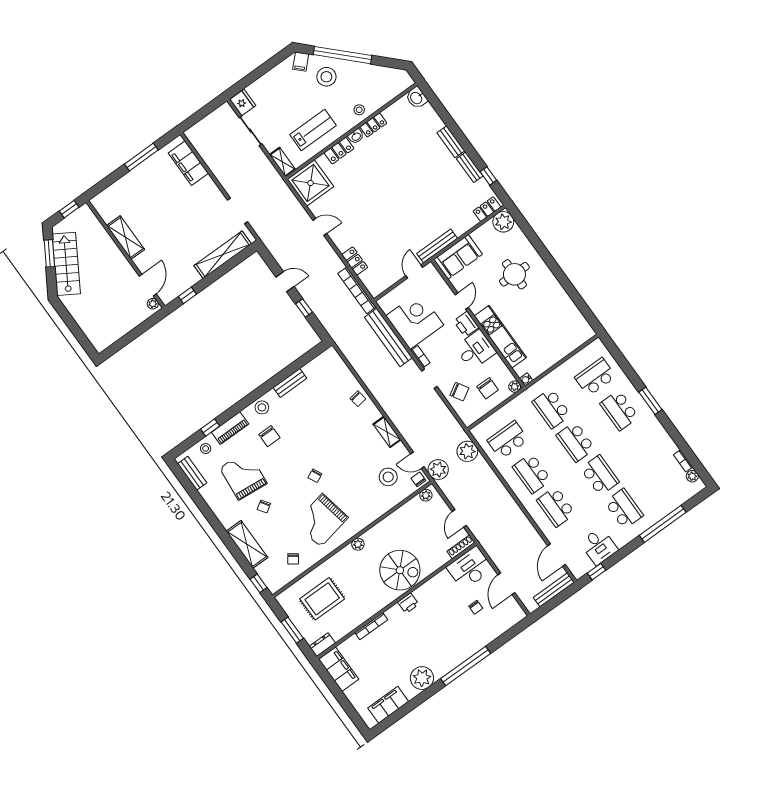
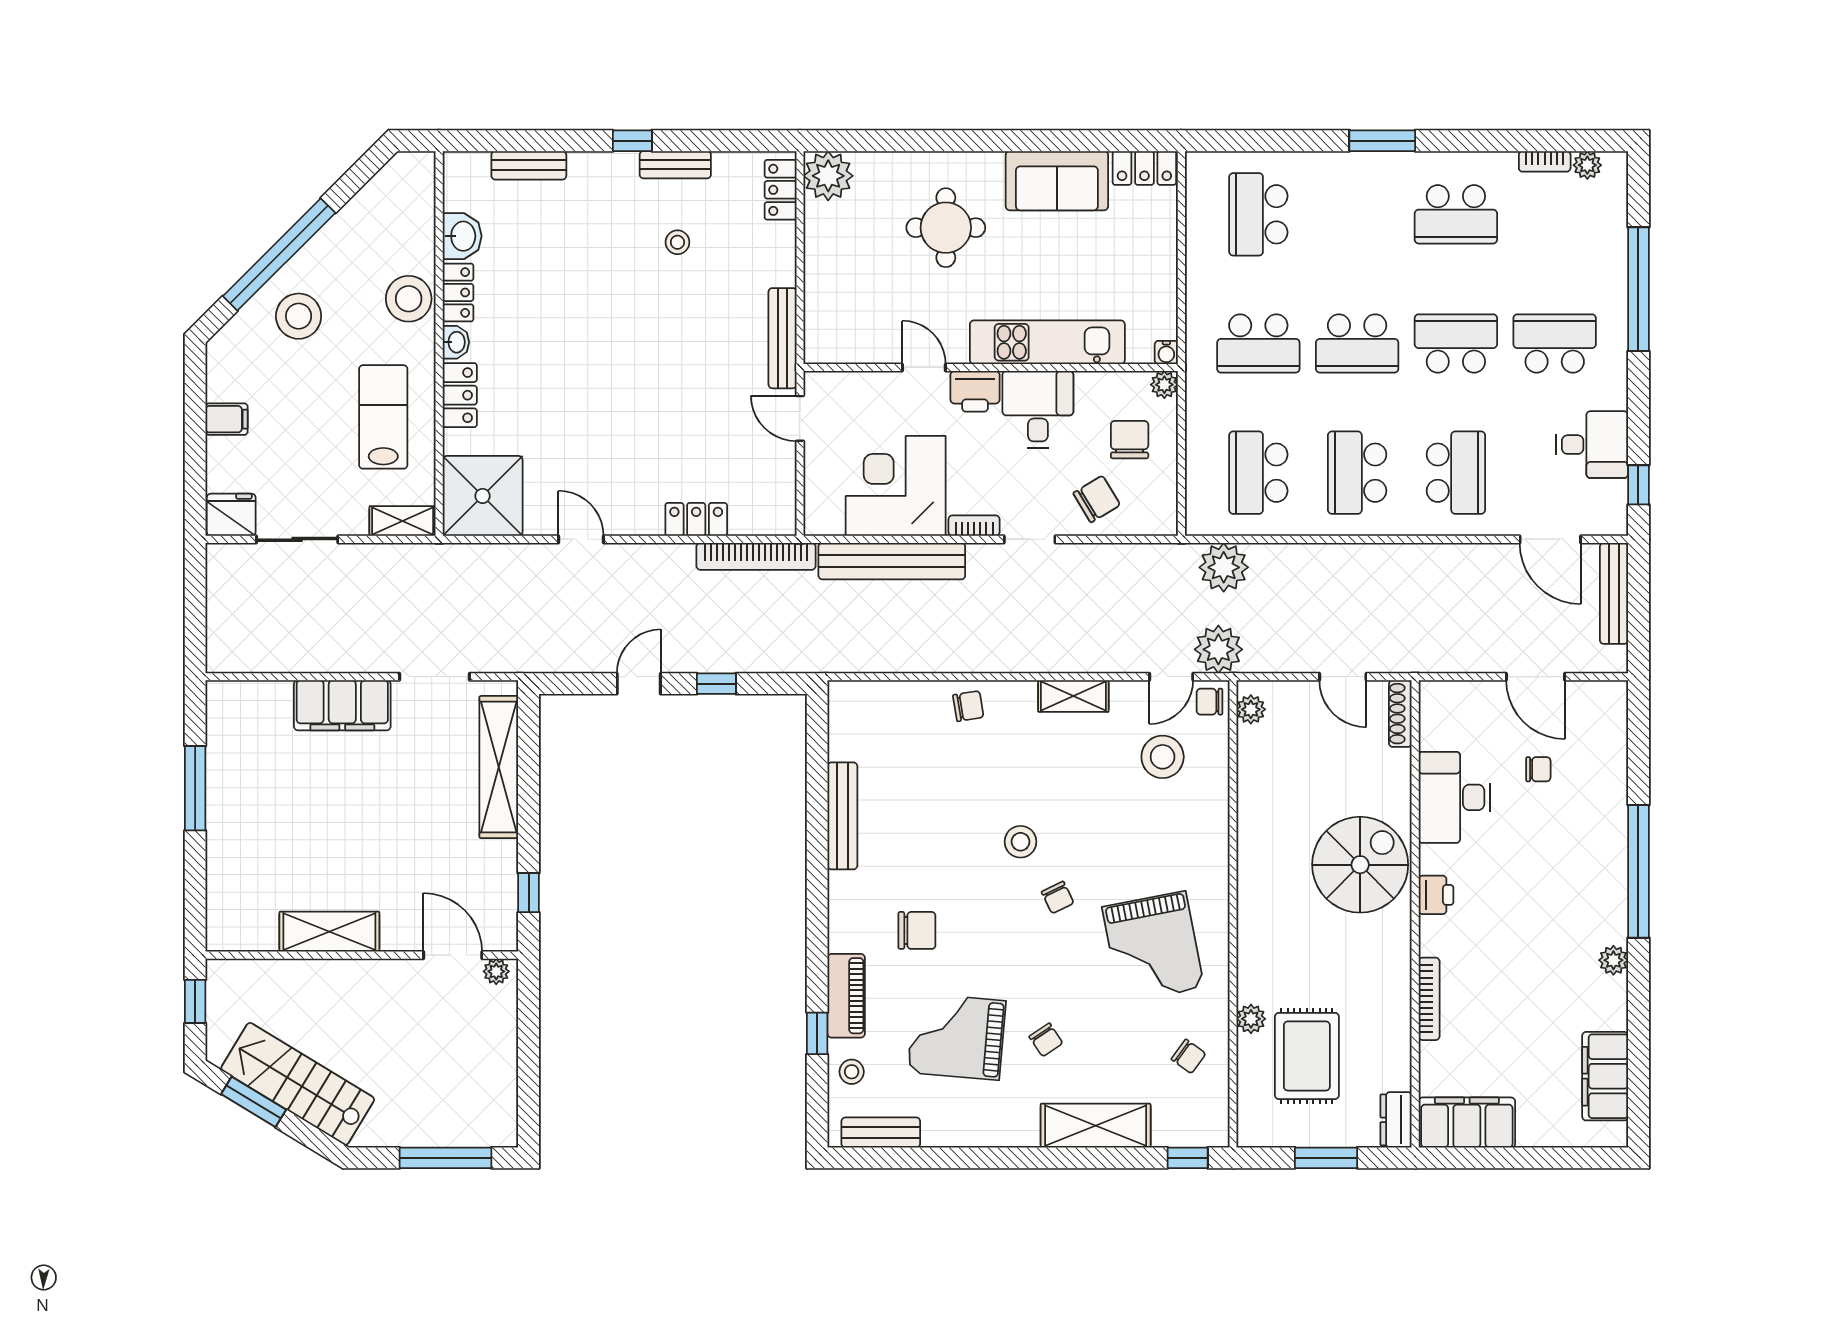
filing cabinet: (301, 62) -> (227, 419), moved, turned -45
washbasin: (417, 98) -> (462, 236), moved, turned -90
stool: (359, 110) -> (409, 299), width x1.89, depth x1.89
bench: (451, 142) -> (529, 165), moved
filing cabinet: (188, 163) -> (342, 705), moved
window: (488, 176) -> (632, 141), moved
stool: (444, 187) -> (677, 242), added
door: (320, 227) -> (581, 539), hinge flipped
sofa: (458, 257) -> (1057, 181), moved, turned 90
locker: (583, 327) -> (1144, 168), added
window: (77, 332) -> (445, 1158), added
bench: (290, 383) -> (842, 816), width x1.36
chair: (488, 388) -> (1130, 440), turned -90
stool: (262, 407) -> (1020, 842), moved
school desk: (619, 410) -> (1456, 214), moved
school desk: (532, 473) -> (1357, 473), turned 90
school desk: (556, 507) -> (1456, 473), turned -90
plant: (358, 544) -> (1251, 1019), moved
desk: (470, 568) -> (1454, 797), moved
plant: (422, 678) -> (1613, 960), width x0.53, depth x0.53

